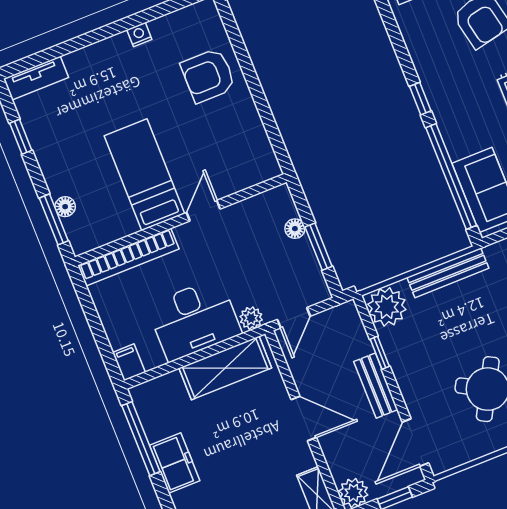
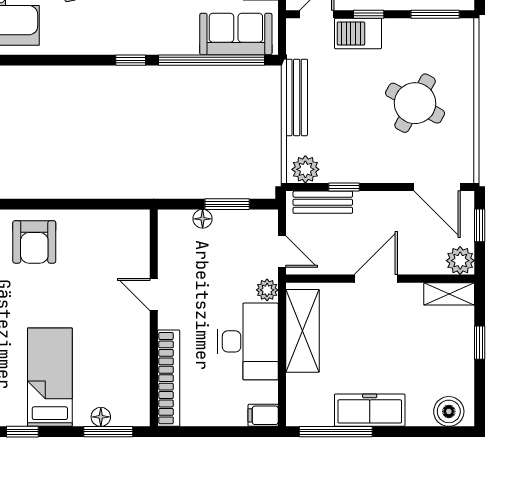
bed: (144, 175) -> (50, 377), moved, turned 90
plant: (387, 307) -> (305, 169), width x0.73, depth x0.73
bench: (376, 386) -> (323, 202), moved
freezer: (175, 463) -> (370, 410), width x1.40

